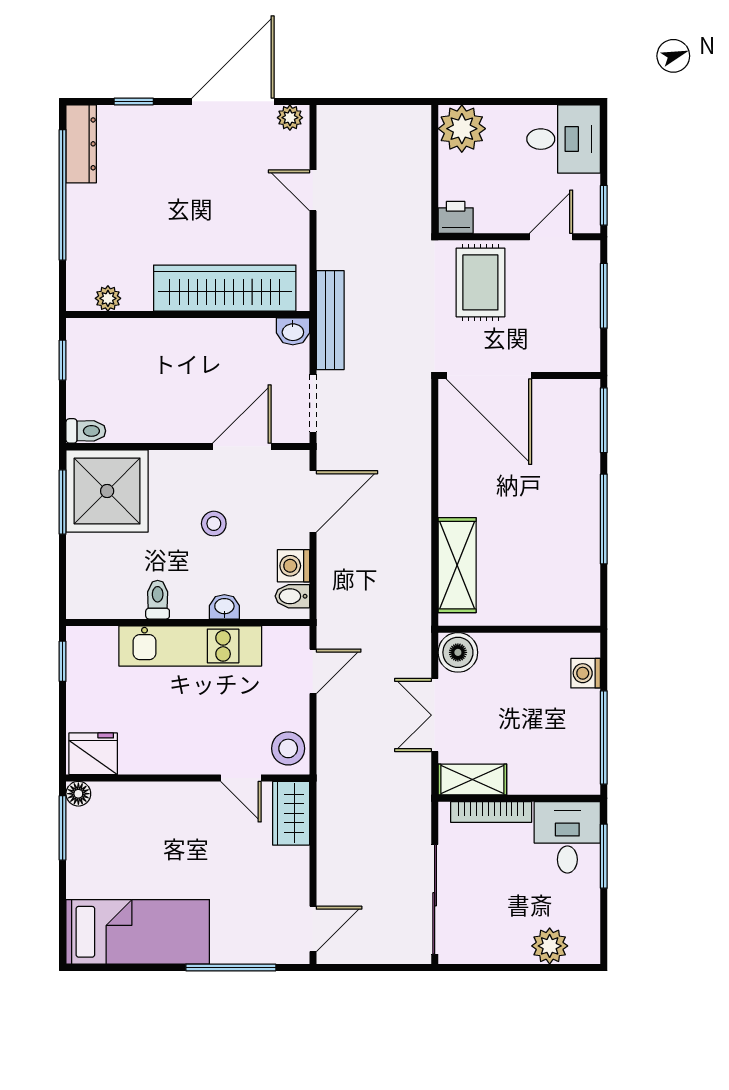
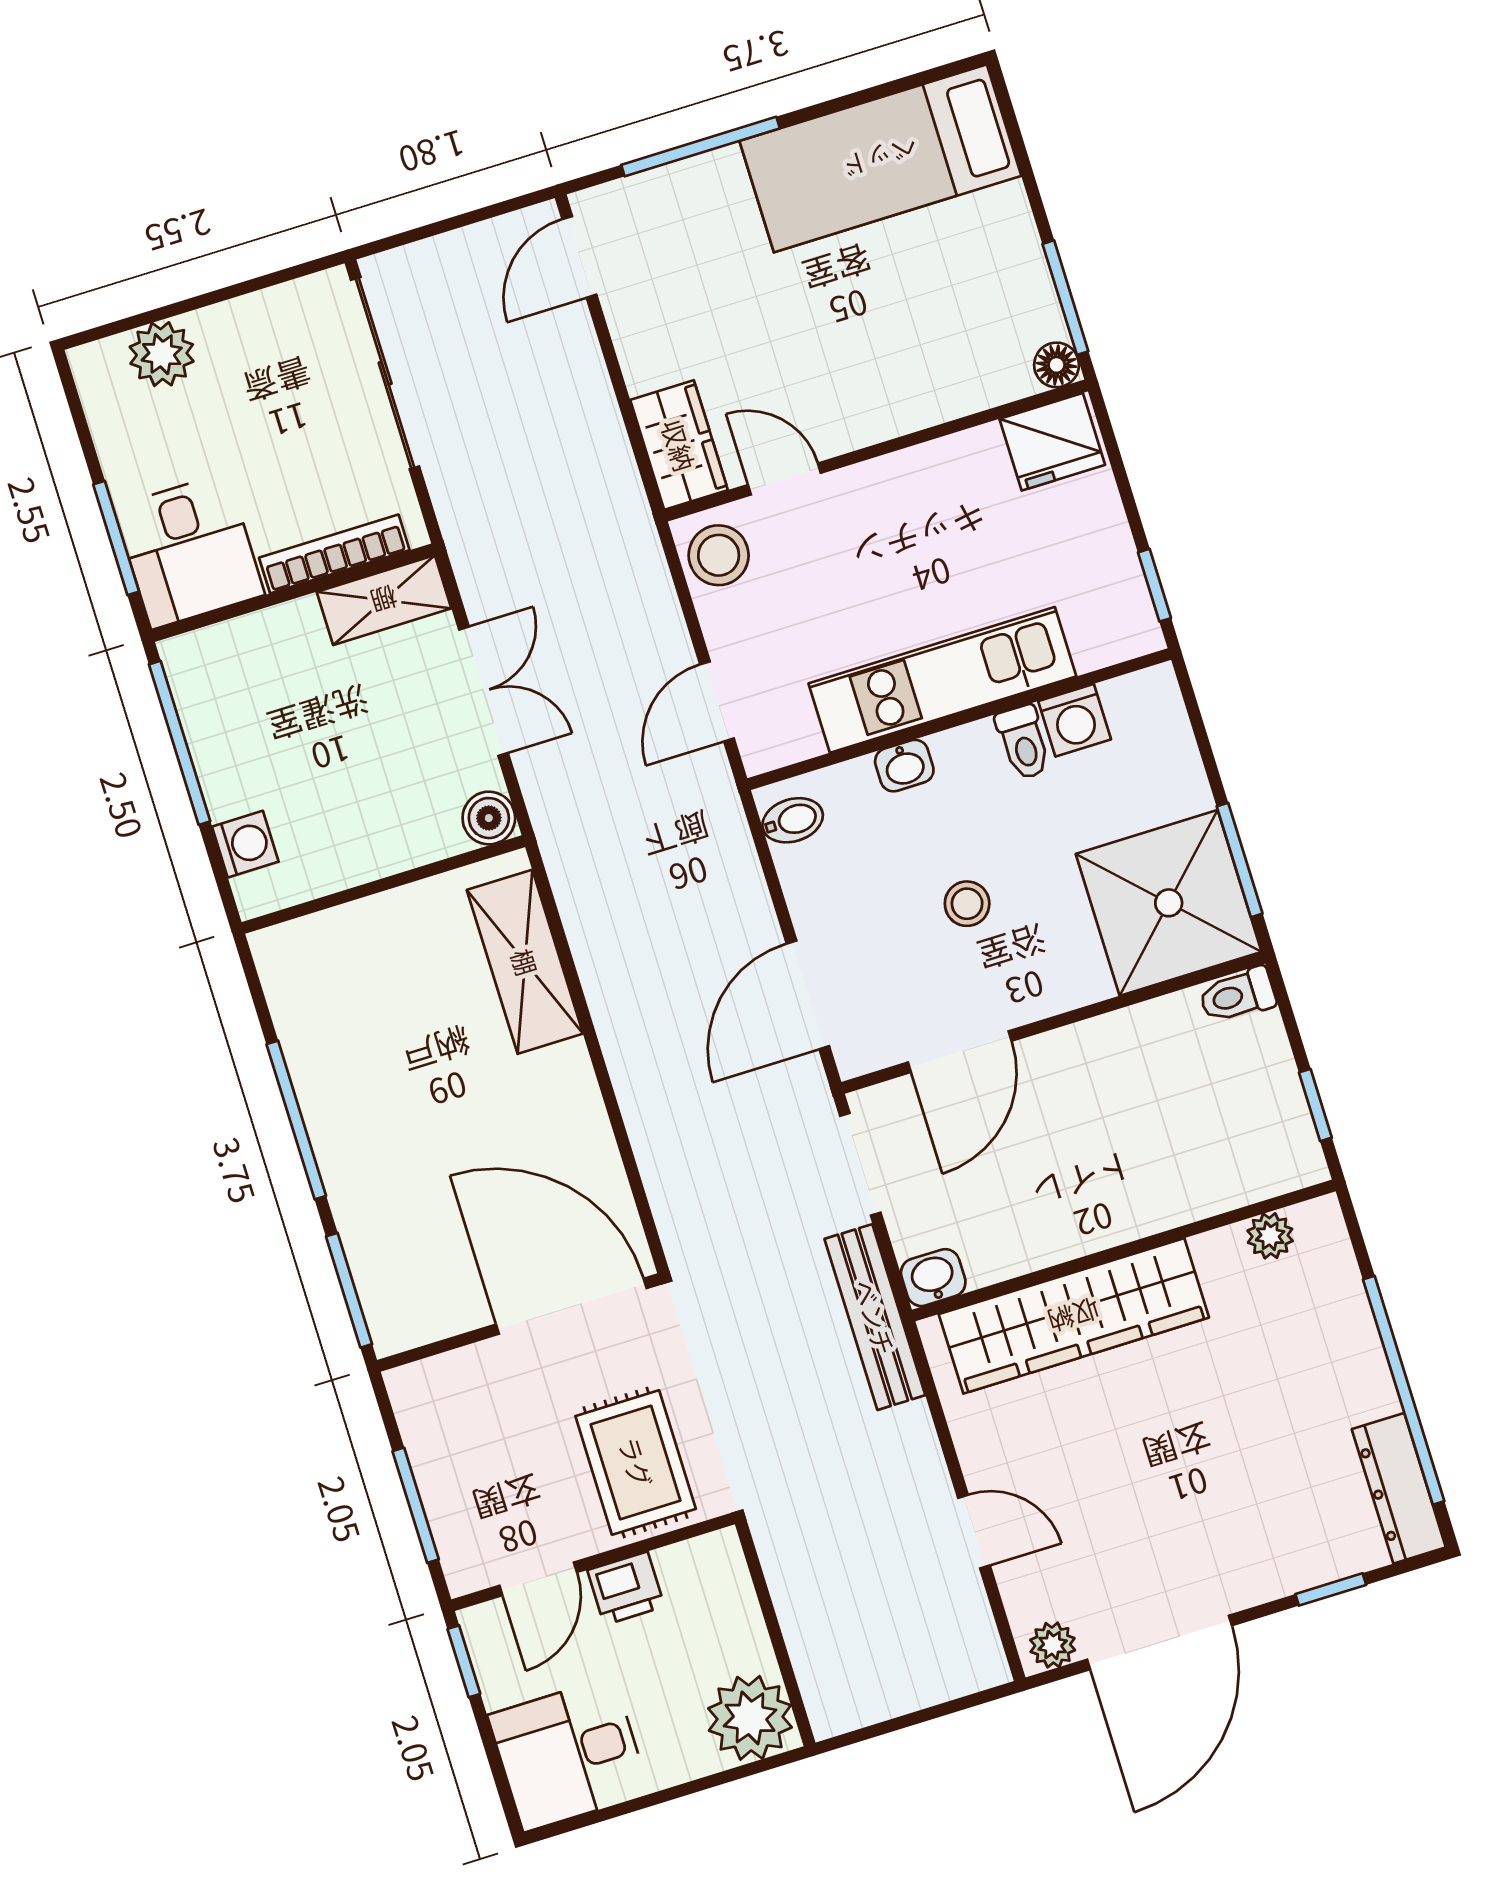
printer: (456, 217) -> (626, 1588), moved
washing machine: (293, 566) -> (1075, 720), moved, turned 90
boiler: (458, 652) -> (489, 818), width x0.73, depth x0.73

